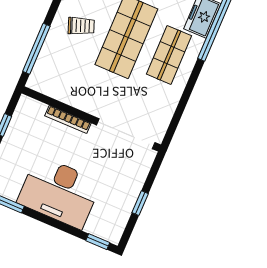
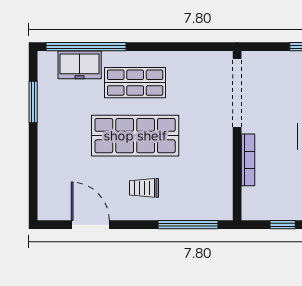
trolley: (81, 26) -> (144, 188), turned -69

